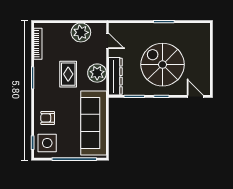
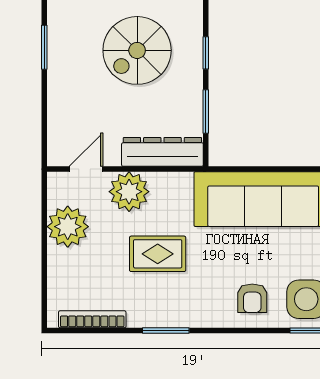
spiral stairs: (163, 65) -> (137, 50), width x0.73, depth x0.73
plant: (97, 73) -> (129, 192), moved

